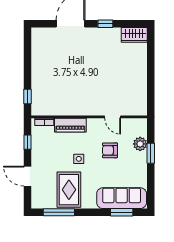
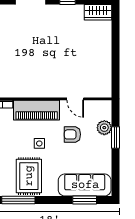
piano: (70, 125) -> (37, 110), width x1.37, depth x1.33

